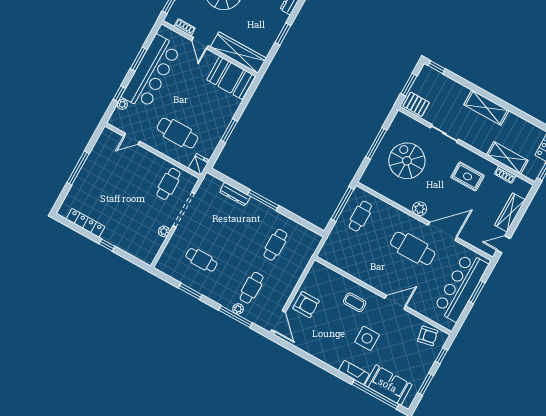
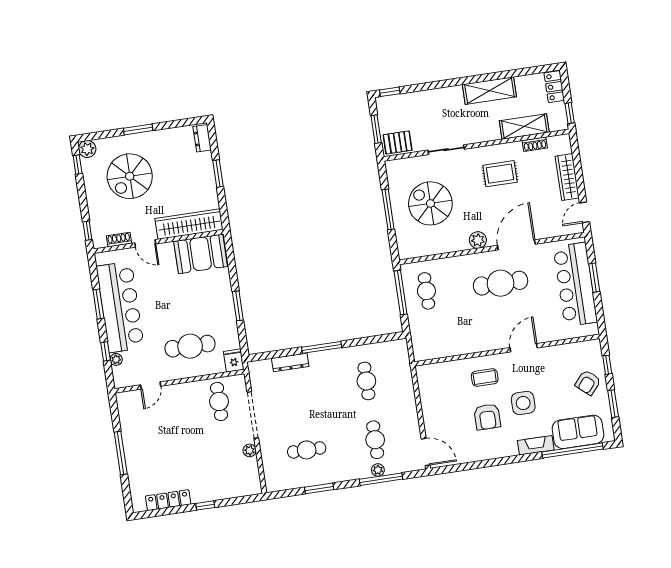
shelving: (486, 108) -> (489, 91), moved
armchair: (306, 305) -> (487, 417), moved, turned 90
armchair: (428, 336) -> (588, 383), moved, turned 142

